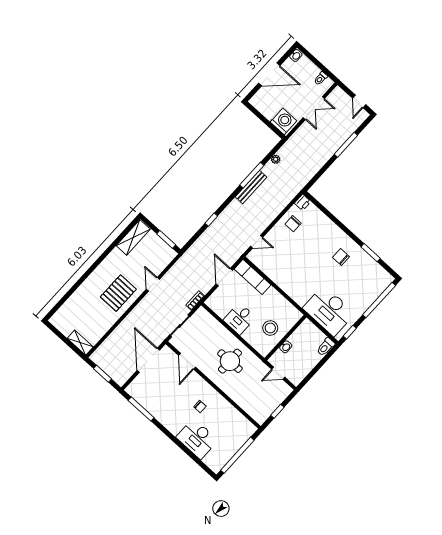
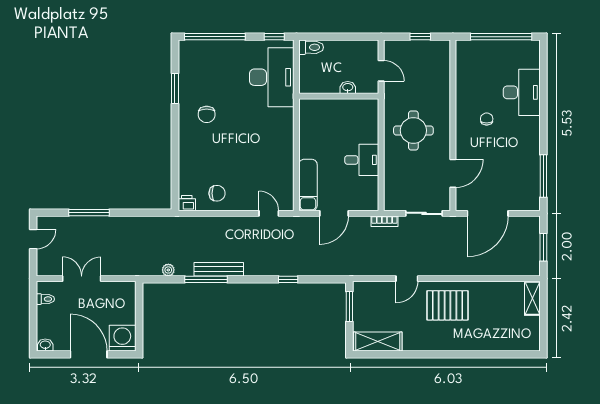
washing machine: (283, 121) -> (122, 338), moved, turned 90
stool: (270, 328) -> (343, 120), removed

